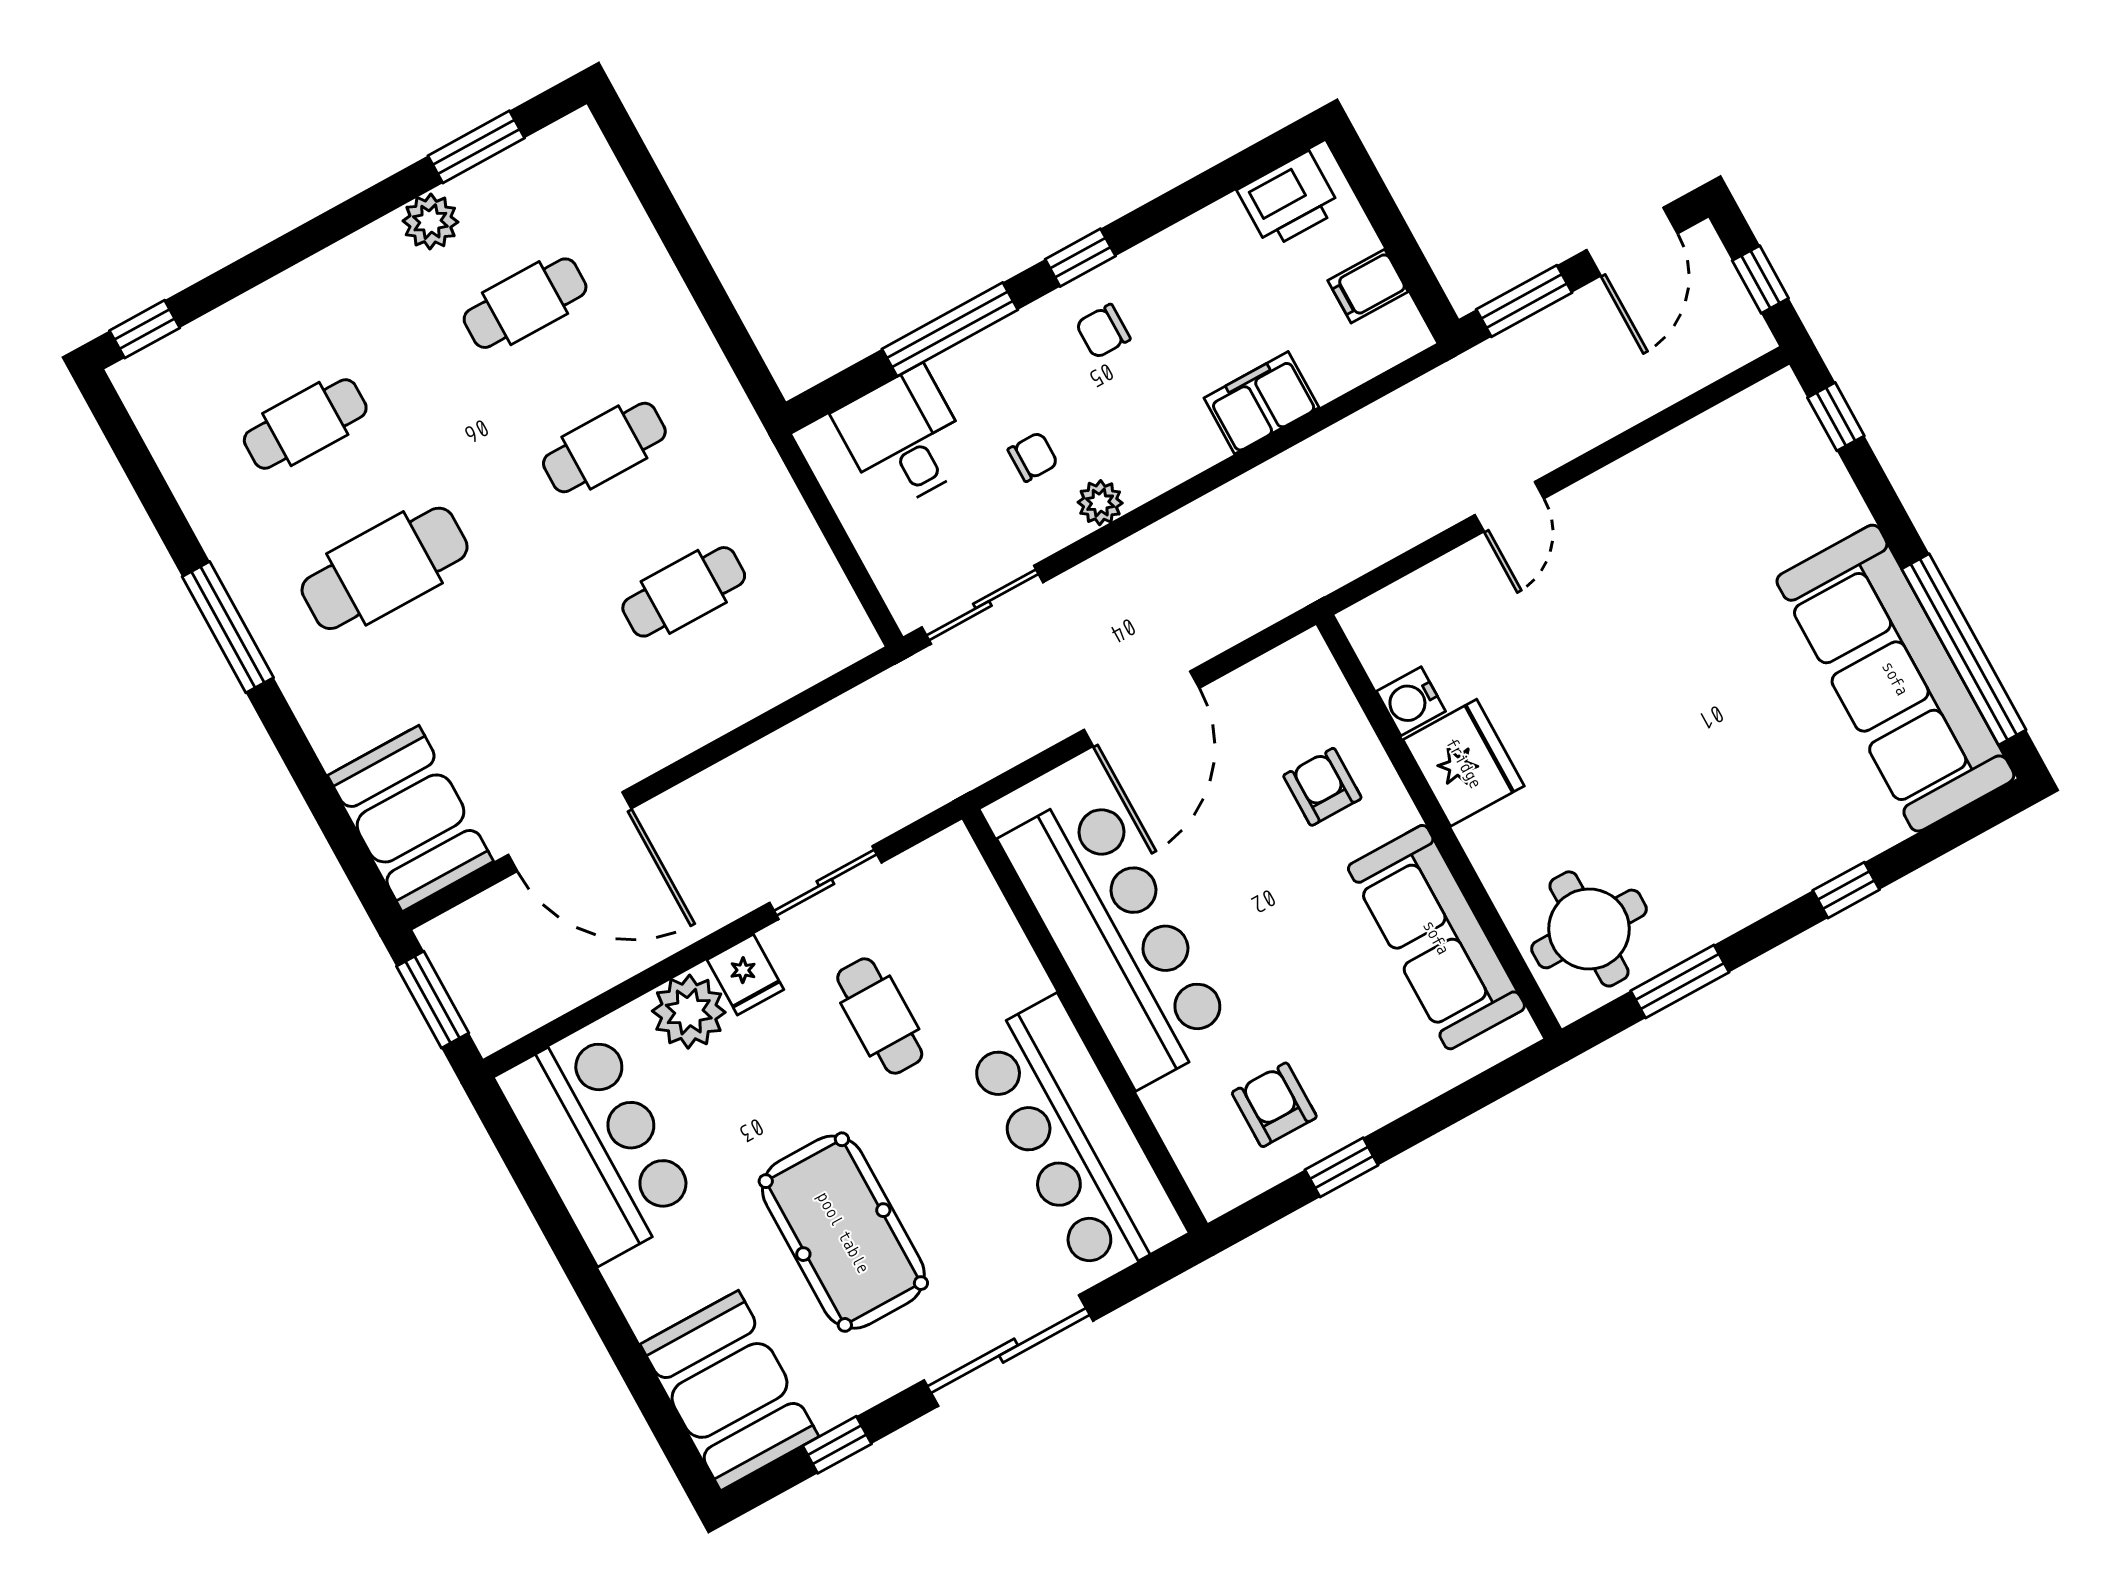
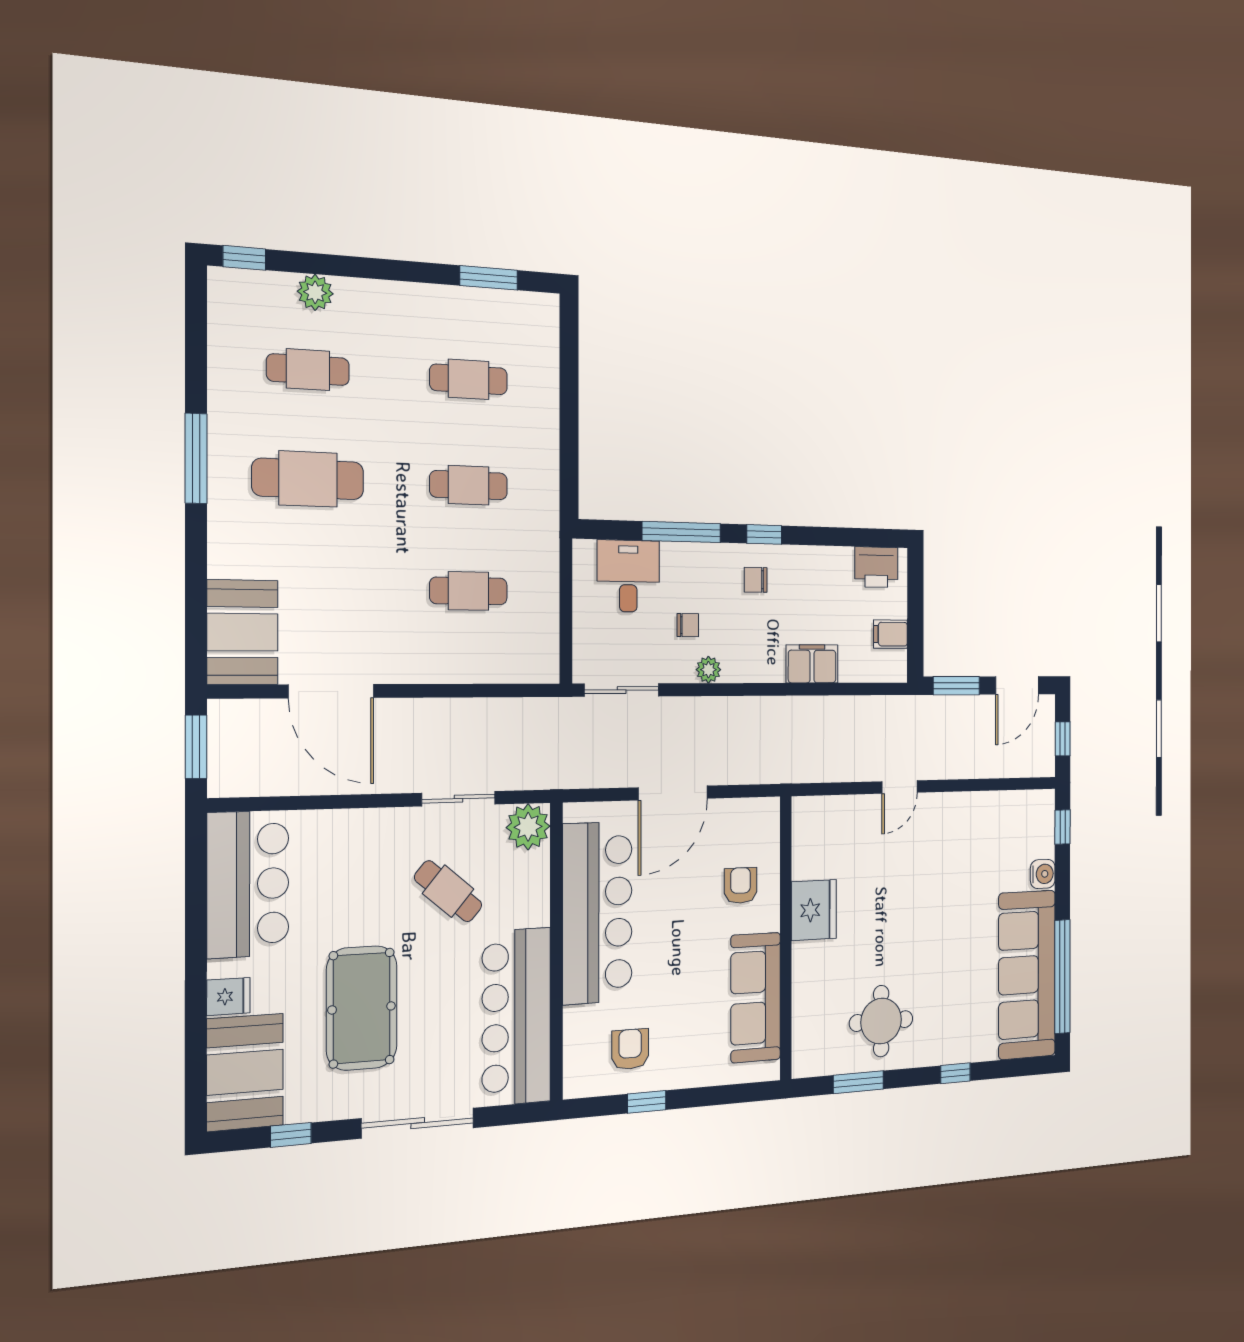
plant: (430, 222) -> (315, 292), moved
water cooler: (1411, 701) -> (1043, 874), moved, turned 180
round table: (1589, 929) -> (881, 1021), moved
fridge: (745, 975) -> (228, 996), moved, turned -90
plant: (689, 1012) -> (528, 827), moved
cafe table: (880, 1016) -> (448, 891), turned -50

